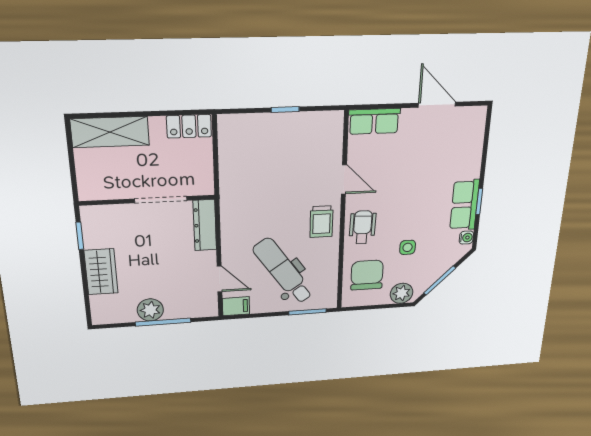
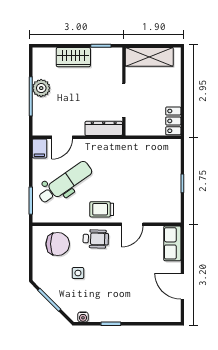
door: (437, 105) -> (182, 286), swing flipped
shelving: (110, 132) -> (149, 57), moved, turned 90
row of seats: (464, 205) -> (109, 313), removed
plant: (402, 293) -> (41, 271), removed

